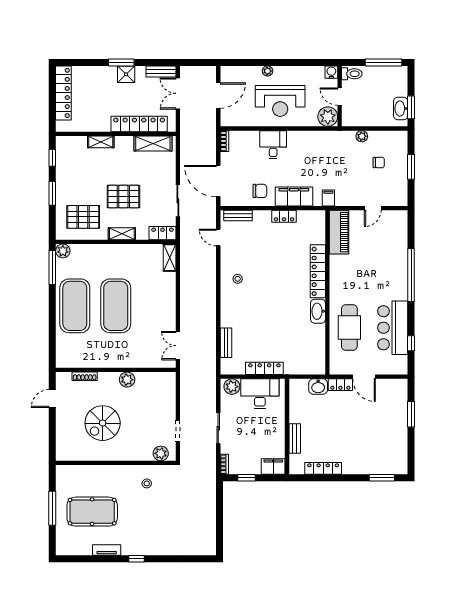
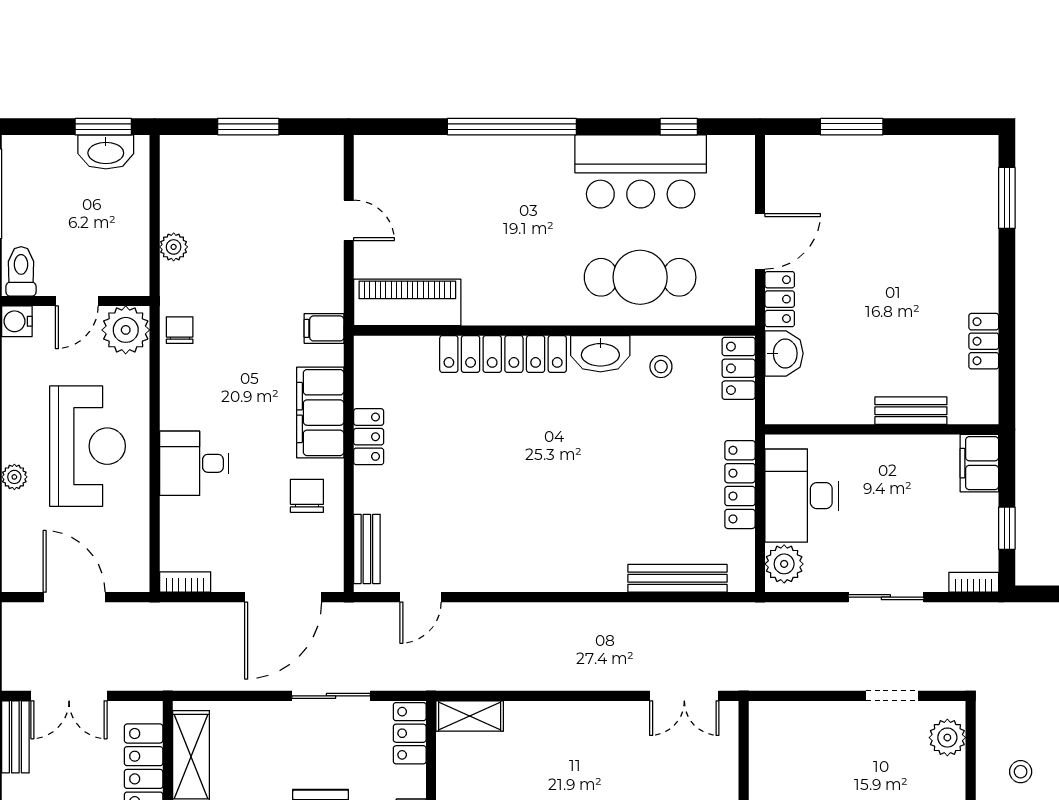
chair: (379, 162) -> (180, 330), moved
stool: (238, 279) -> (661, 367), moved
bench: (226, 343) -> (677, 578), width x1.36
locker: (312, 368) -> (739, 368), added
locker: (323, 468) -> (984, 341), width x0.66

